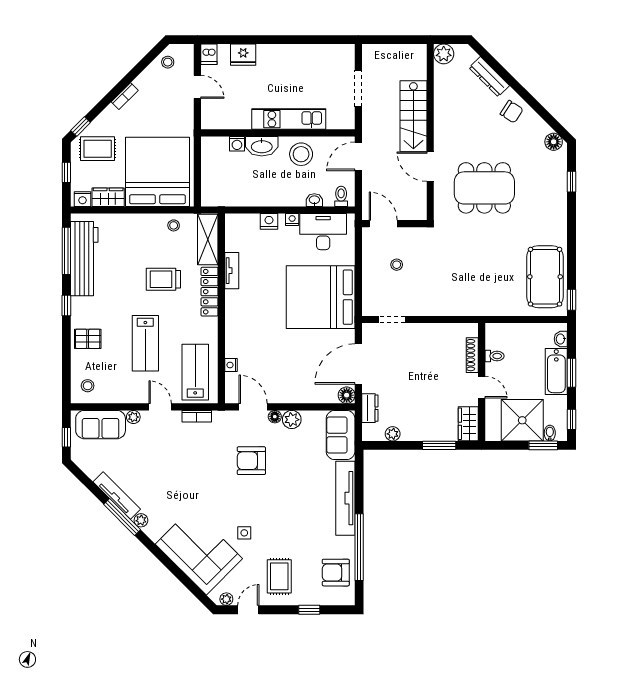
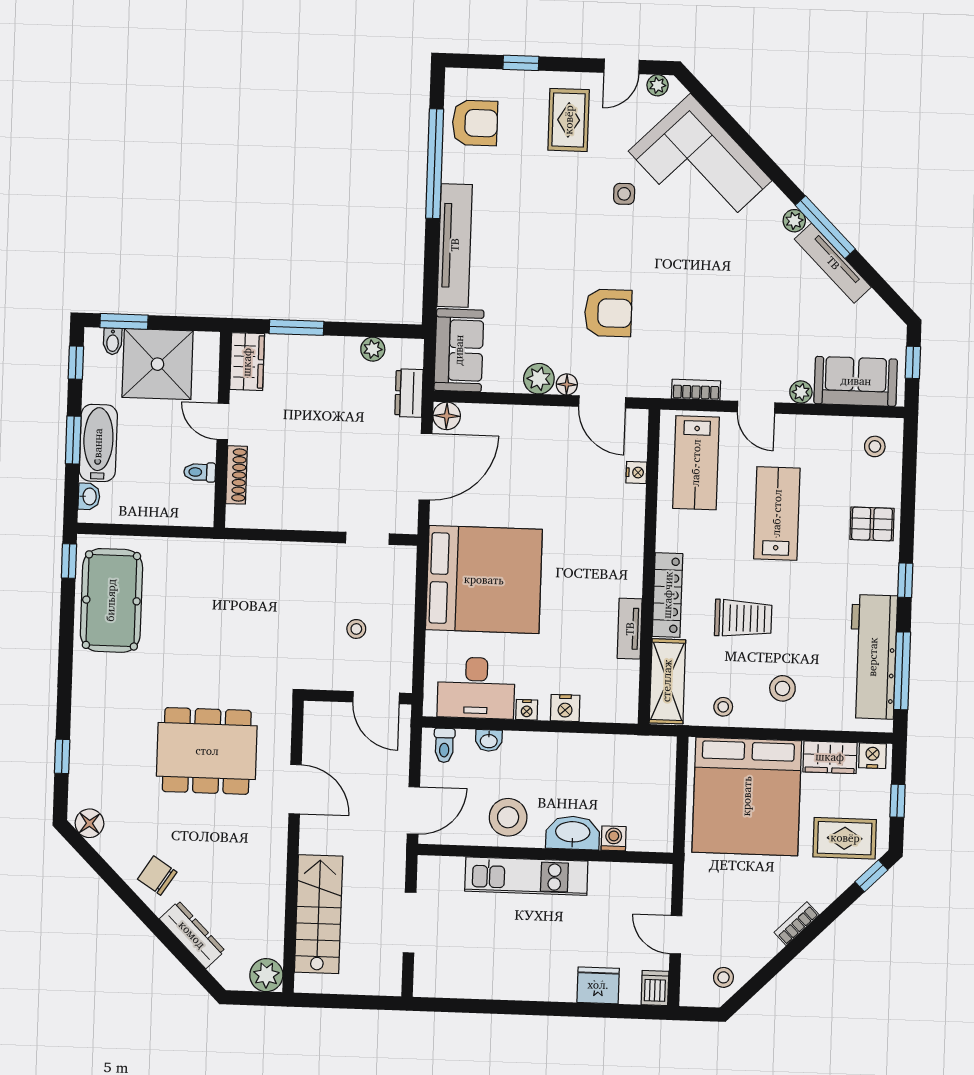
stairs: (413, 116) -> (319, 914), moved
stool: (138, 238) -> (782, 688), added

